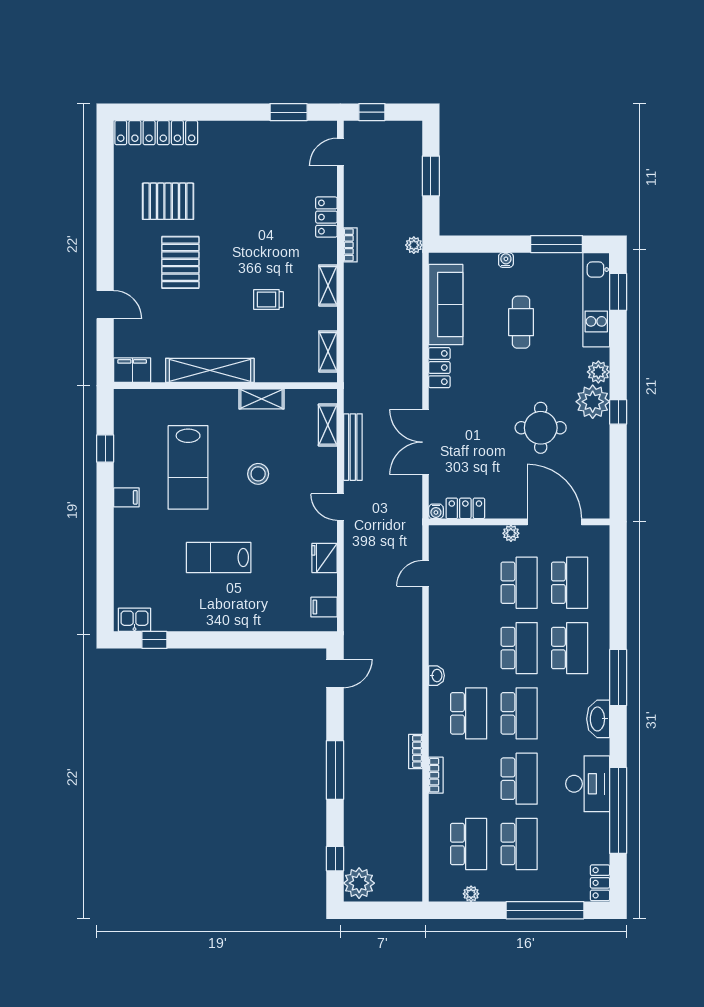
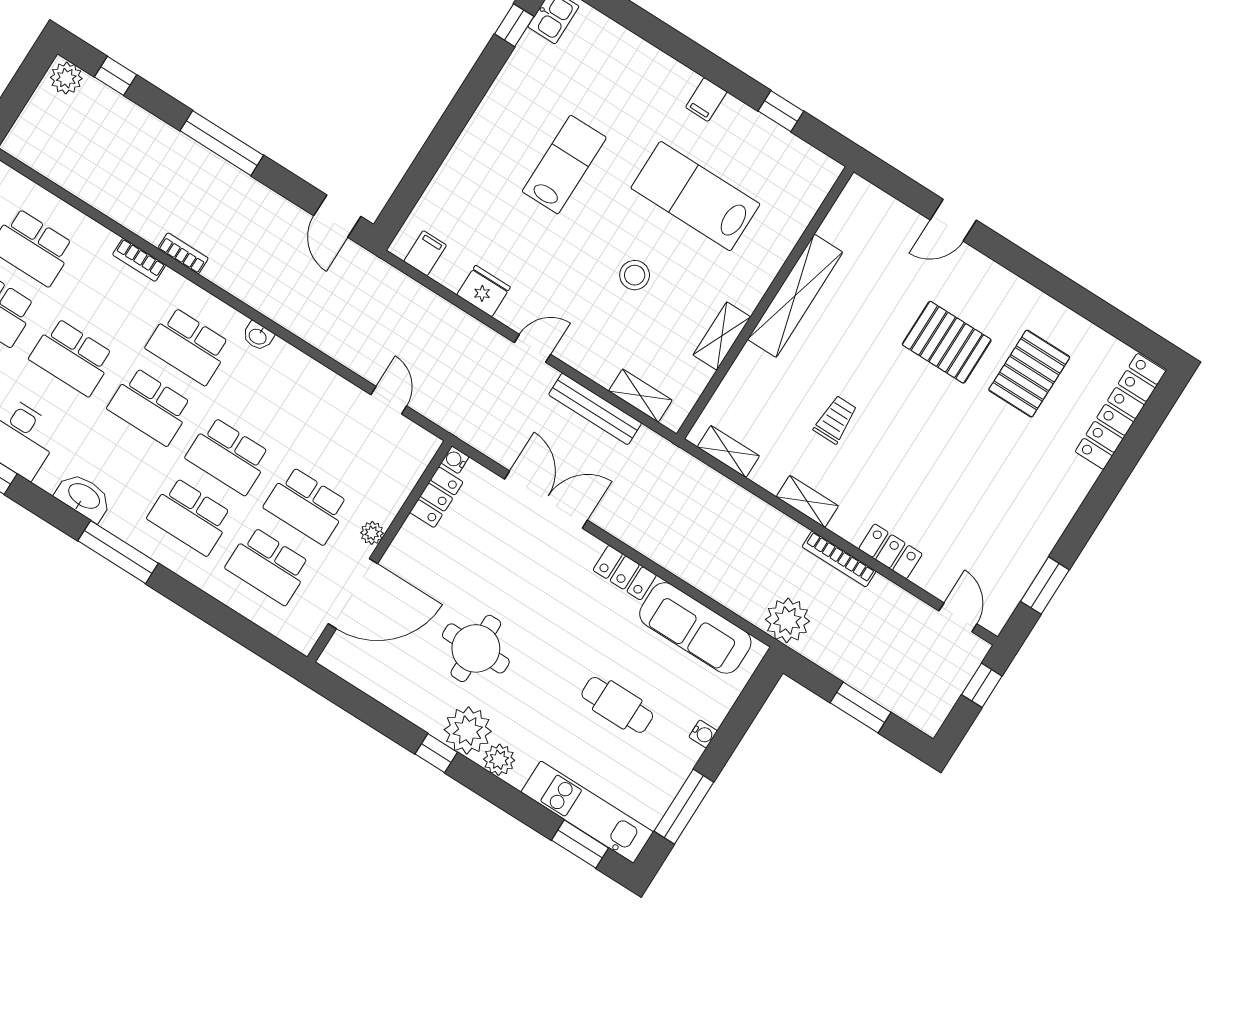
bookcase: (350, 245) -> (839, 559), width x1.56
plant: (414, 245) -> (787, 620), width x1.88, depth x1.88
filing cabinet: (132, 370) -> (854, 203), removed
plant: (359, 883) -> (66, 78), width x0.73, depth x0.73

